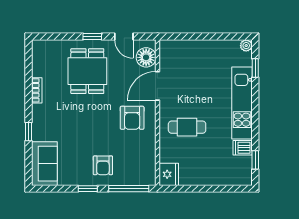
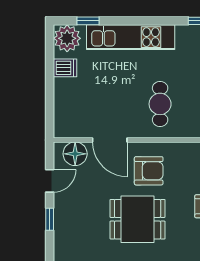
plant: (246, 46) -> (67, 38), width x1.88, depth x1.88
dining table: (87, 71) -> (138, 219), moved
dishwasher: (243, 148) -> (65, 68), moved, turned -90

